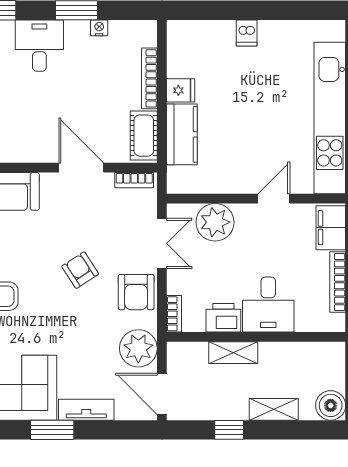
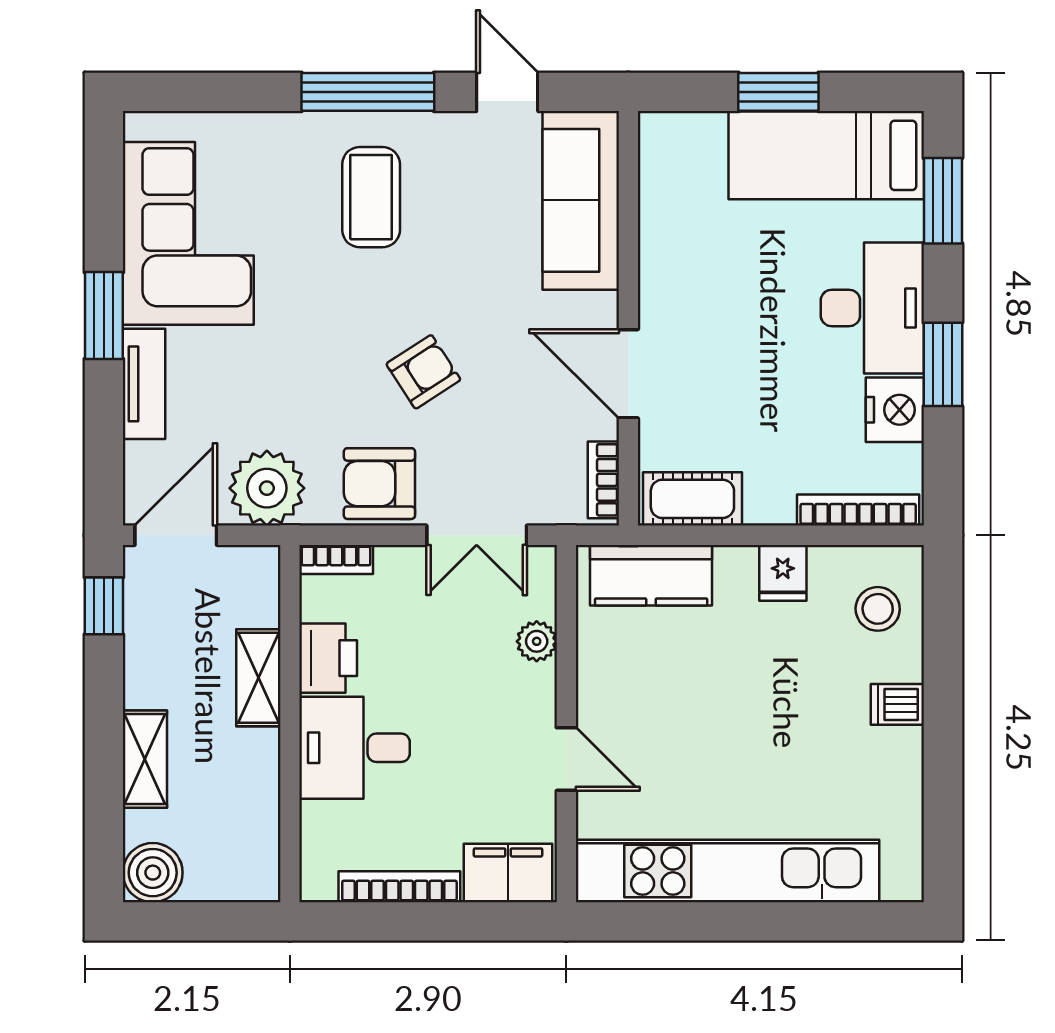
nightstand: (99, 28) -> (895, 410), width x1.89, depth x1.79
stool: (199, 43) -> (878, 609), added
desk: (39, 46) -> (872, 308), width x1.37
bookcase: (149, 78) -> (858, 510), moved
kitchen counter: (182, 134) -> (651, 575), moved
door: (81, 168) -> (628, 374), swing flipped
plant: (215, 222) -> (537, 641), width x0.53, depth x0.53
window: (229, 430) -> (104, 606), moved

